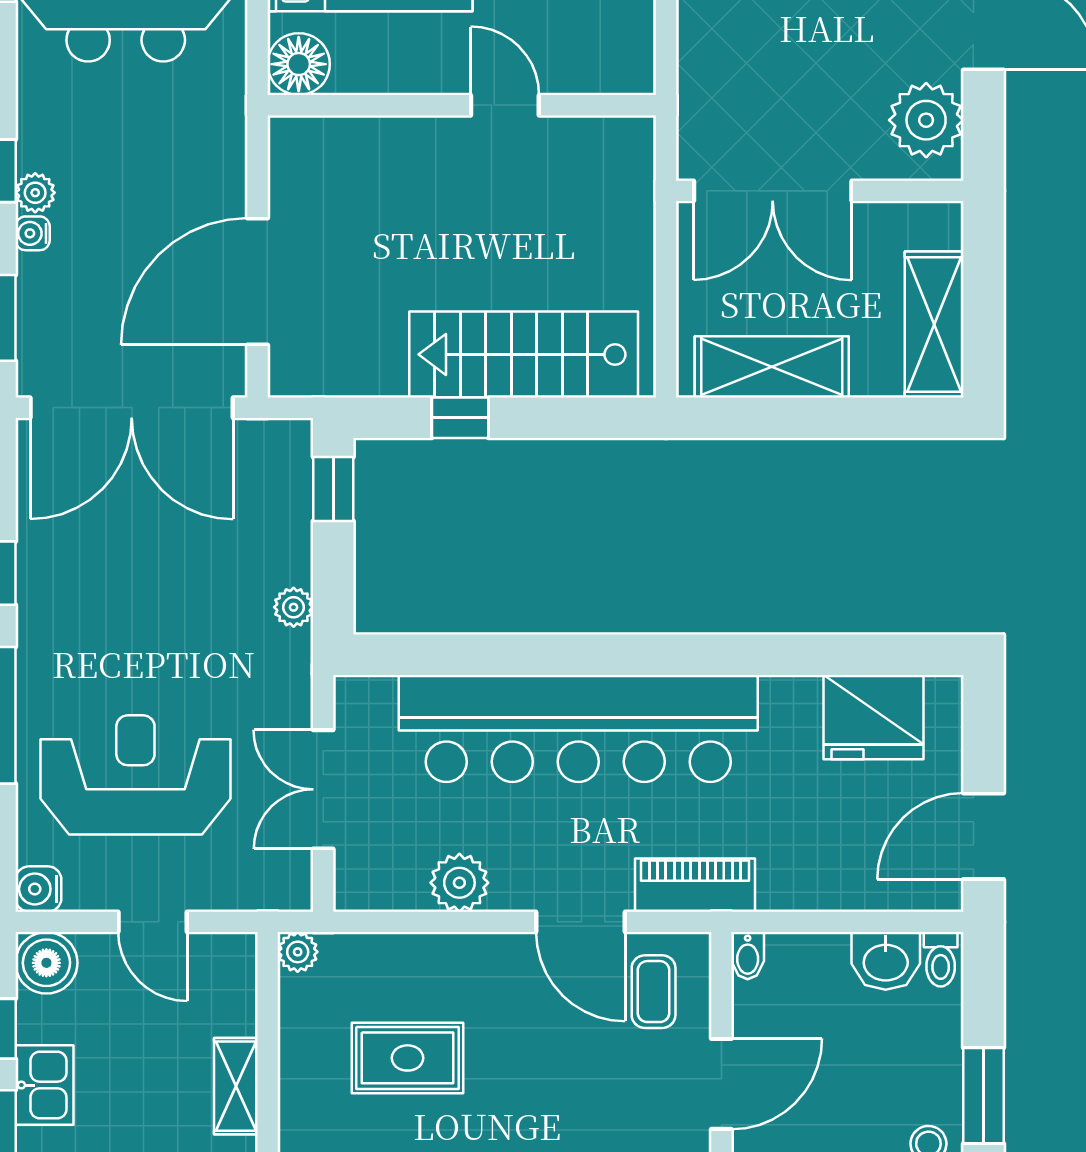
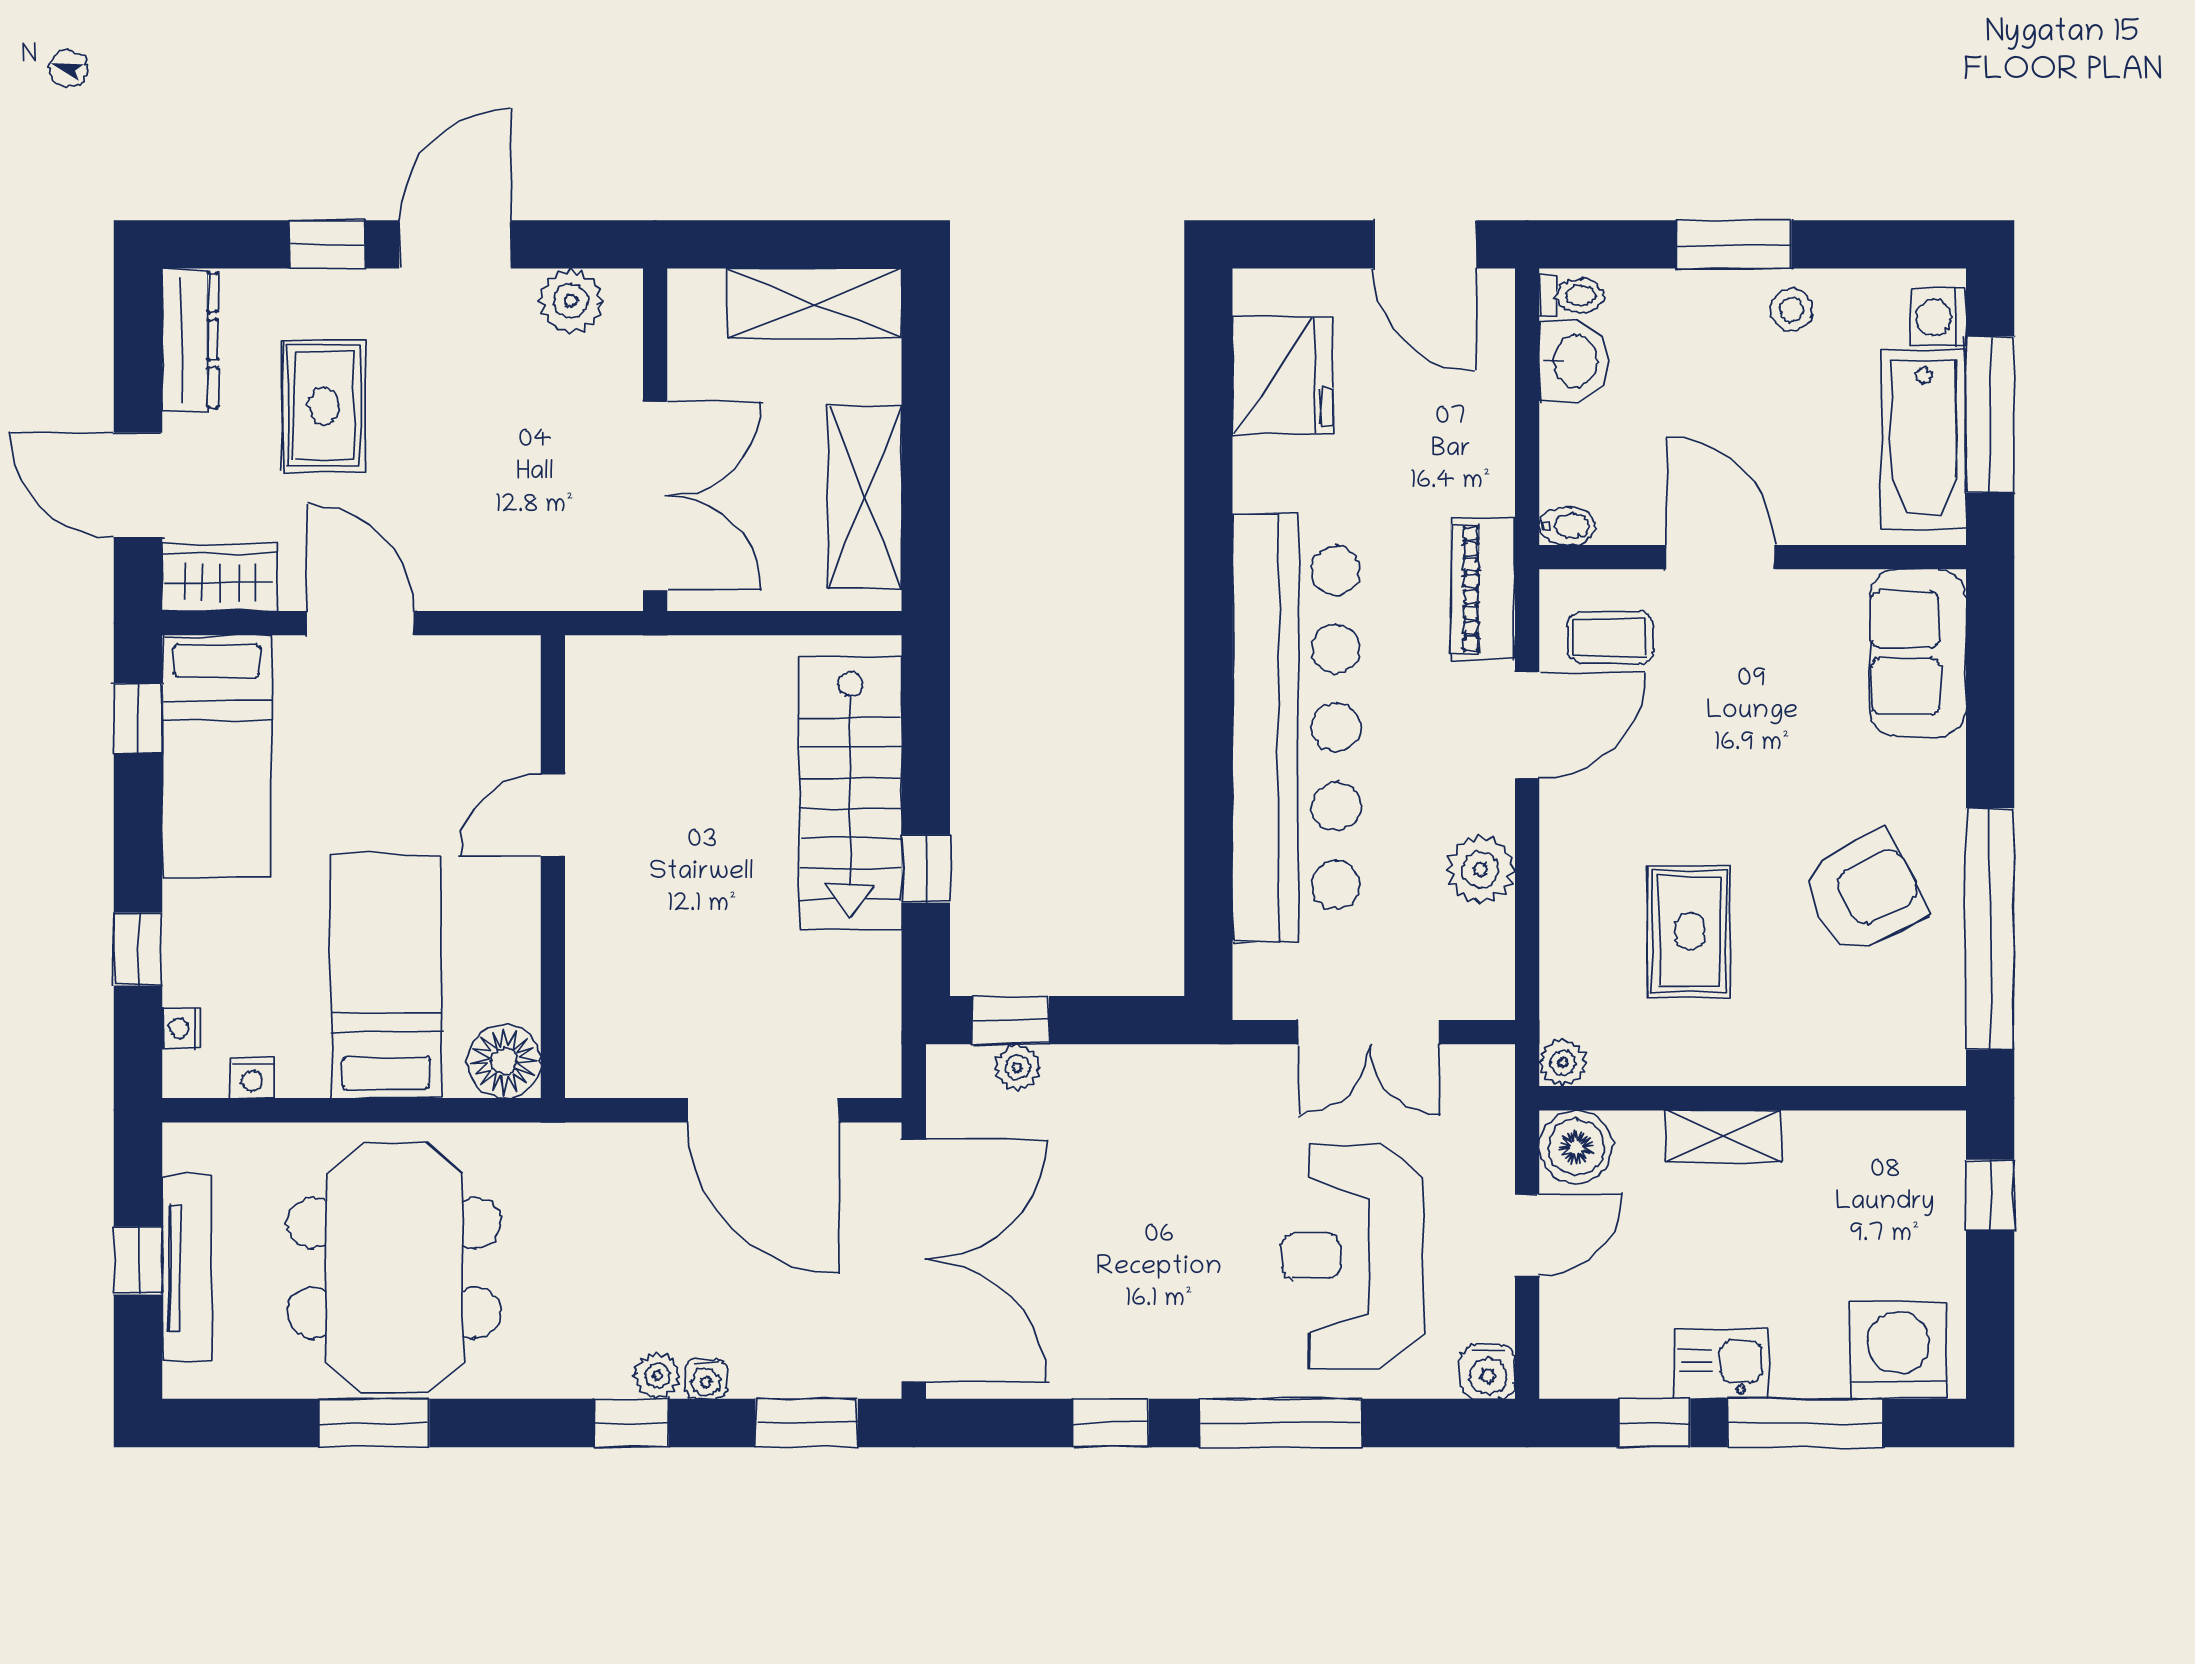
plant: (926, 120) -> (571, 301), width x0.73, depth x0.73
plant: (294, 607) -> (1017, 1067), moved
boiler: (46, 963) -> (1576, 1147), moved

